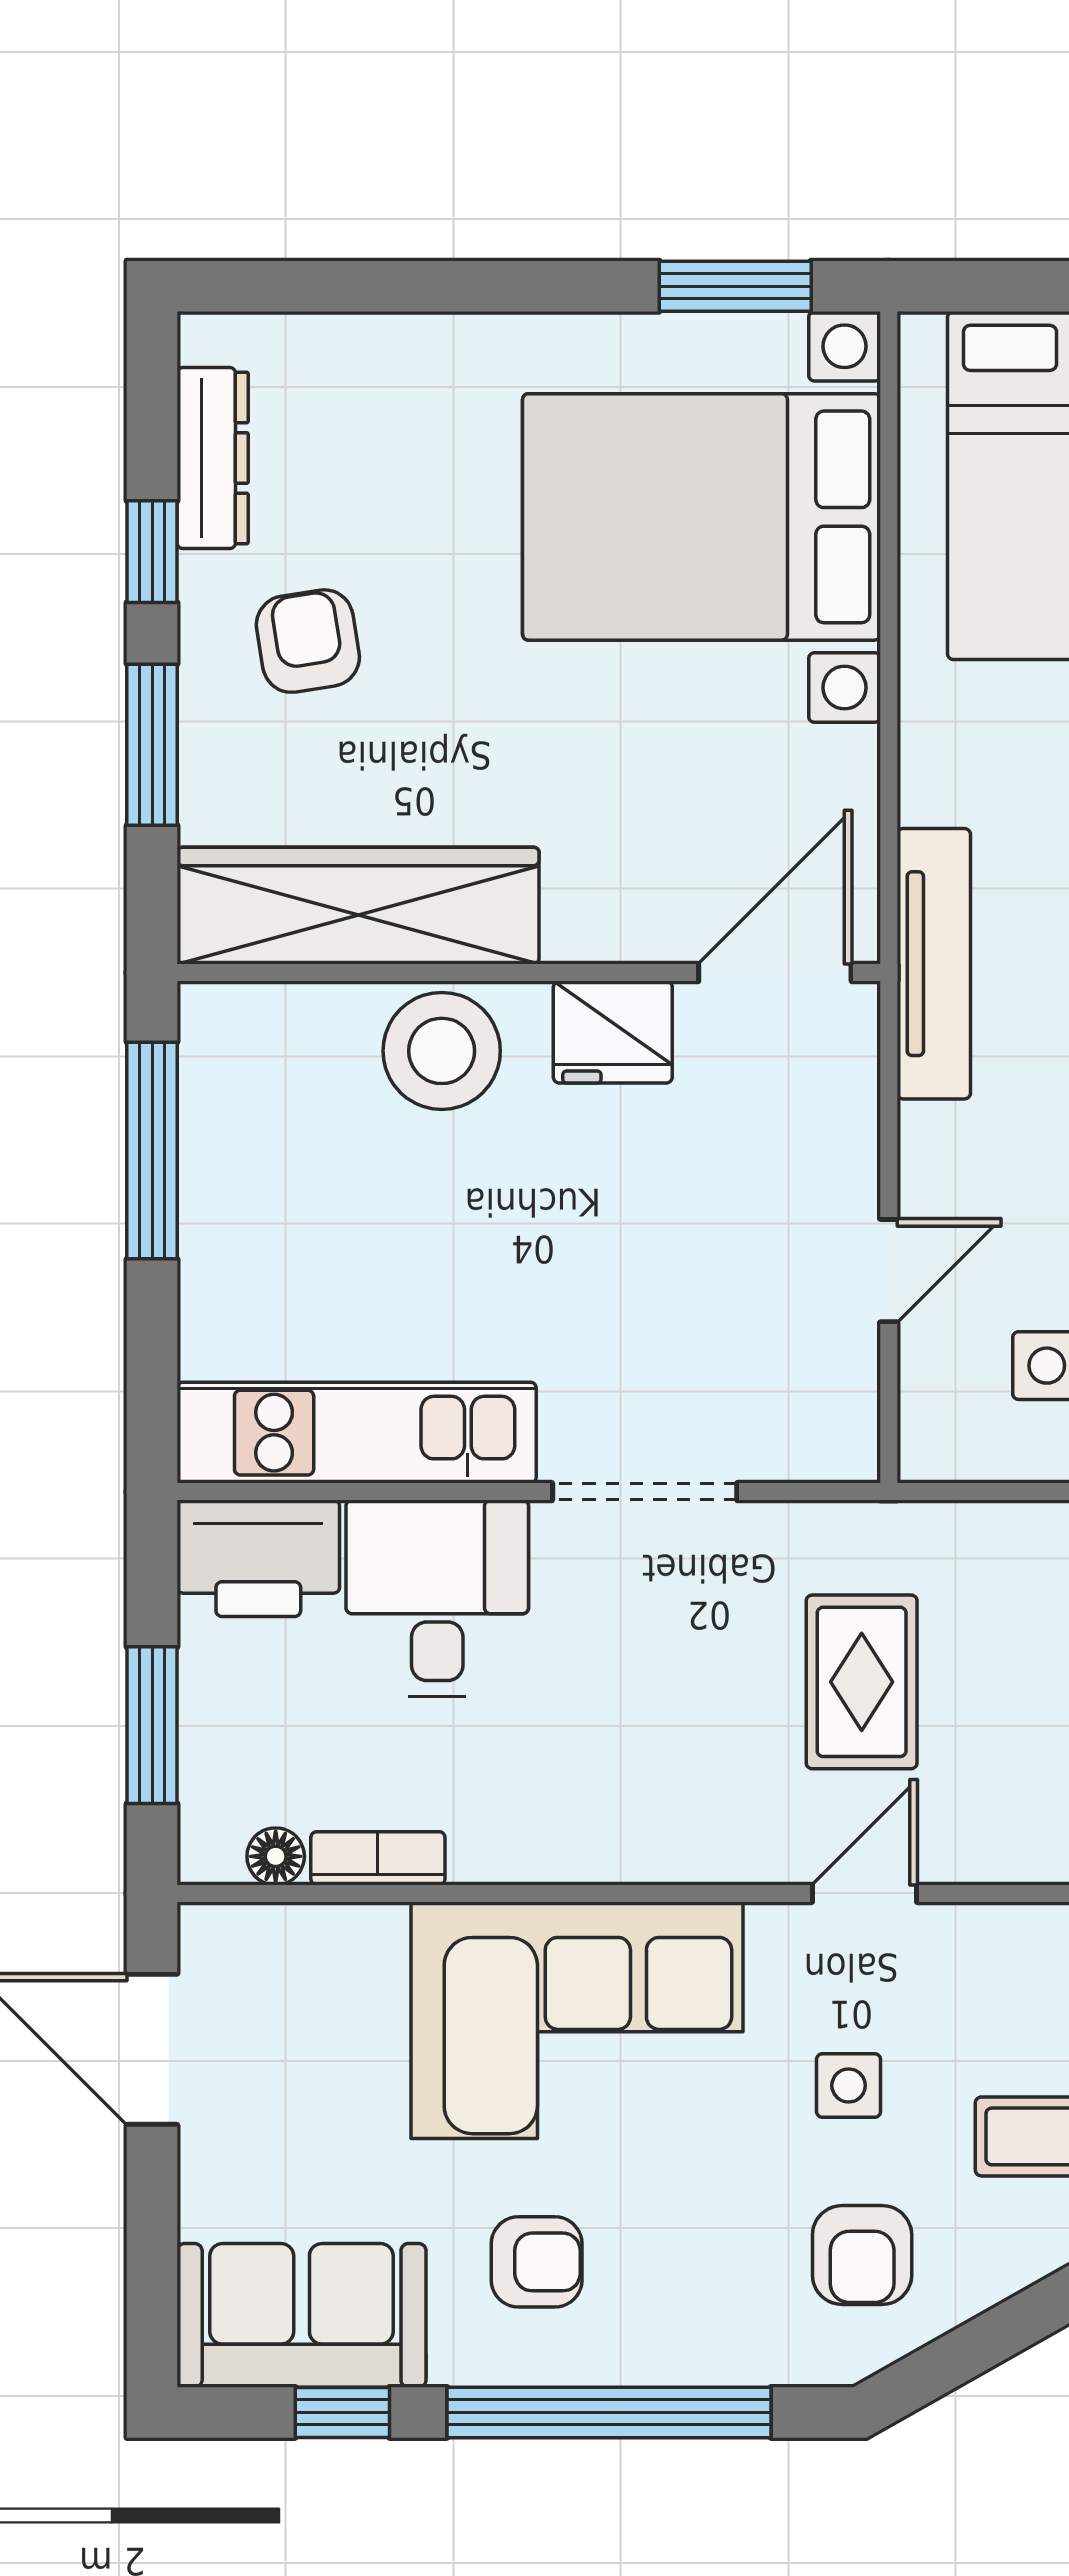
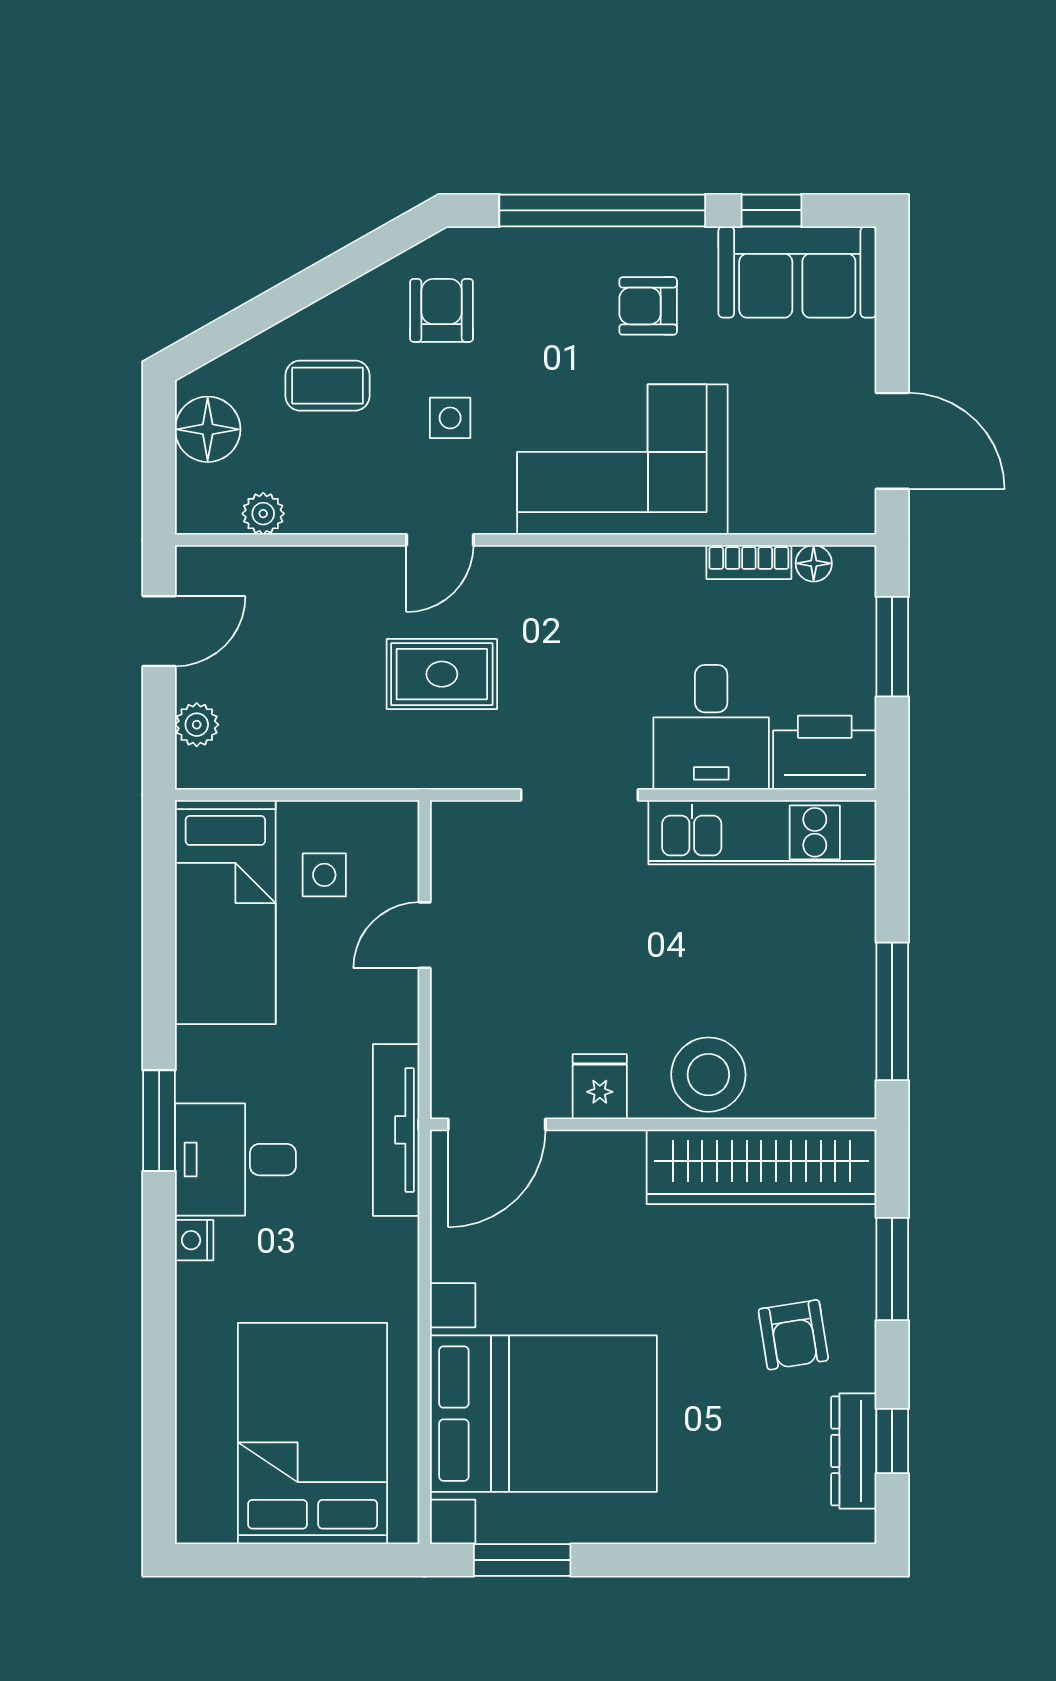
window: (152, 552) -> (892, 1441), moved
fridge: (613, 1032) -> (600, 1087), width x0.72
rug: (862, 1682) -> (442, 674), turned 90

